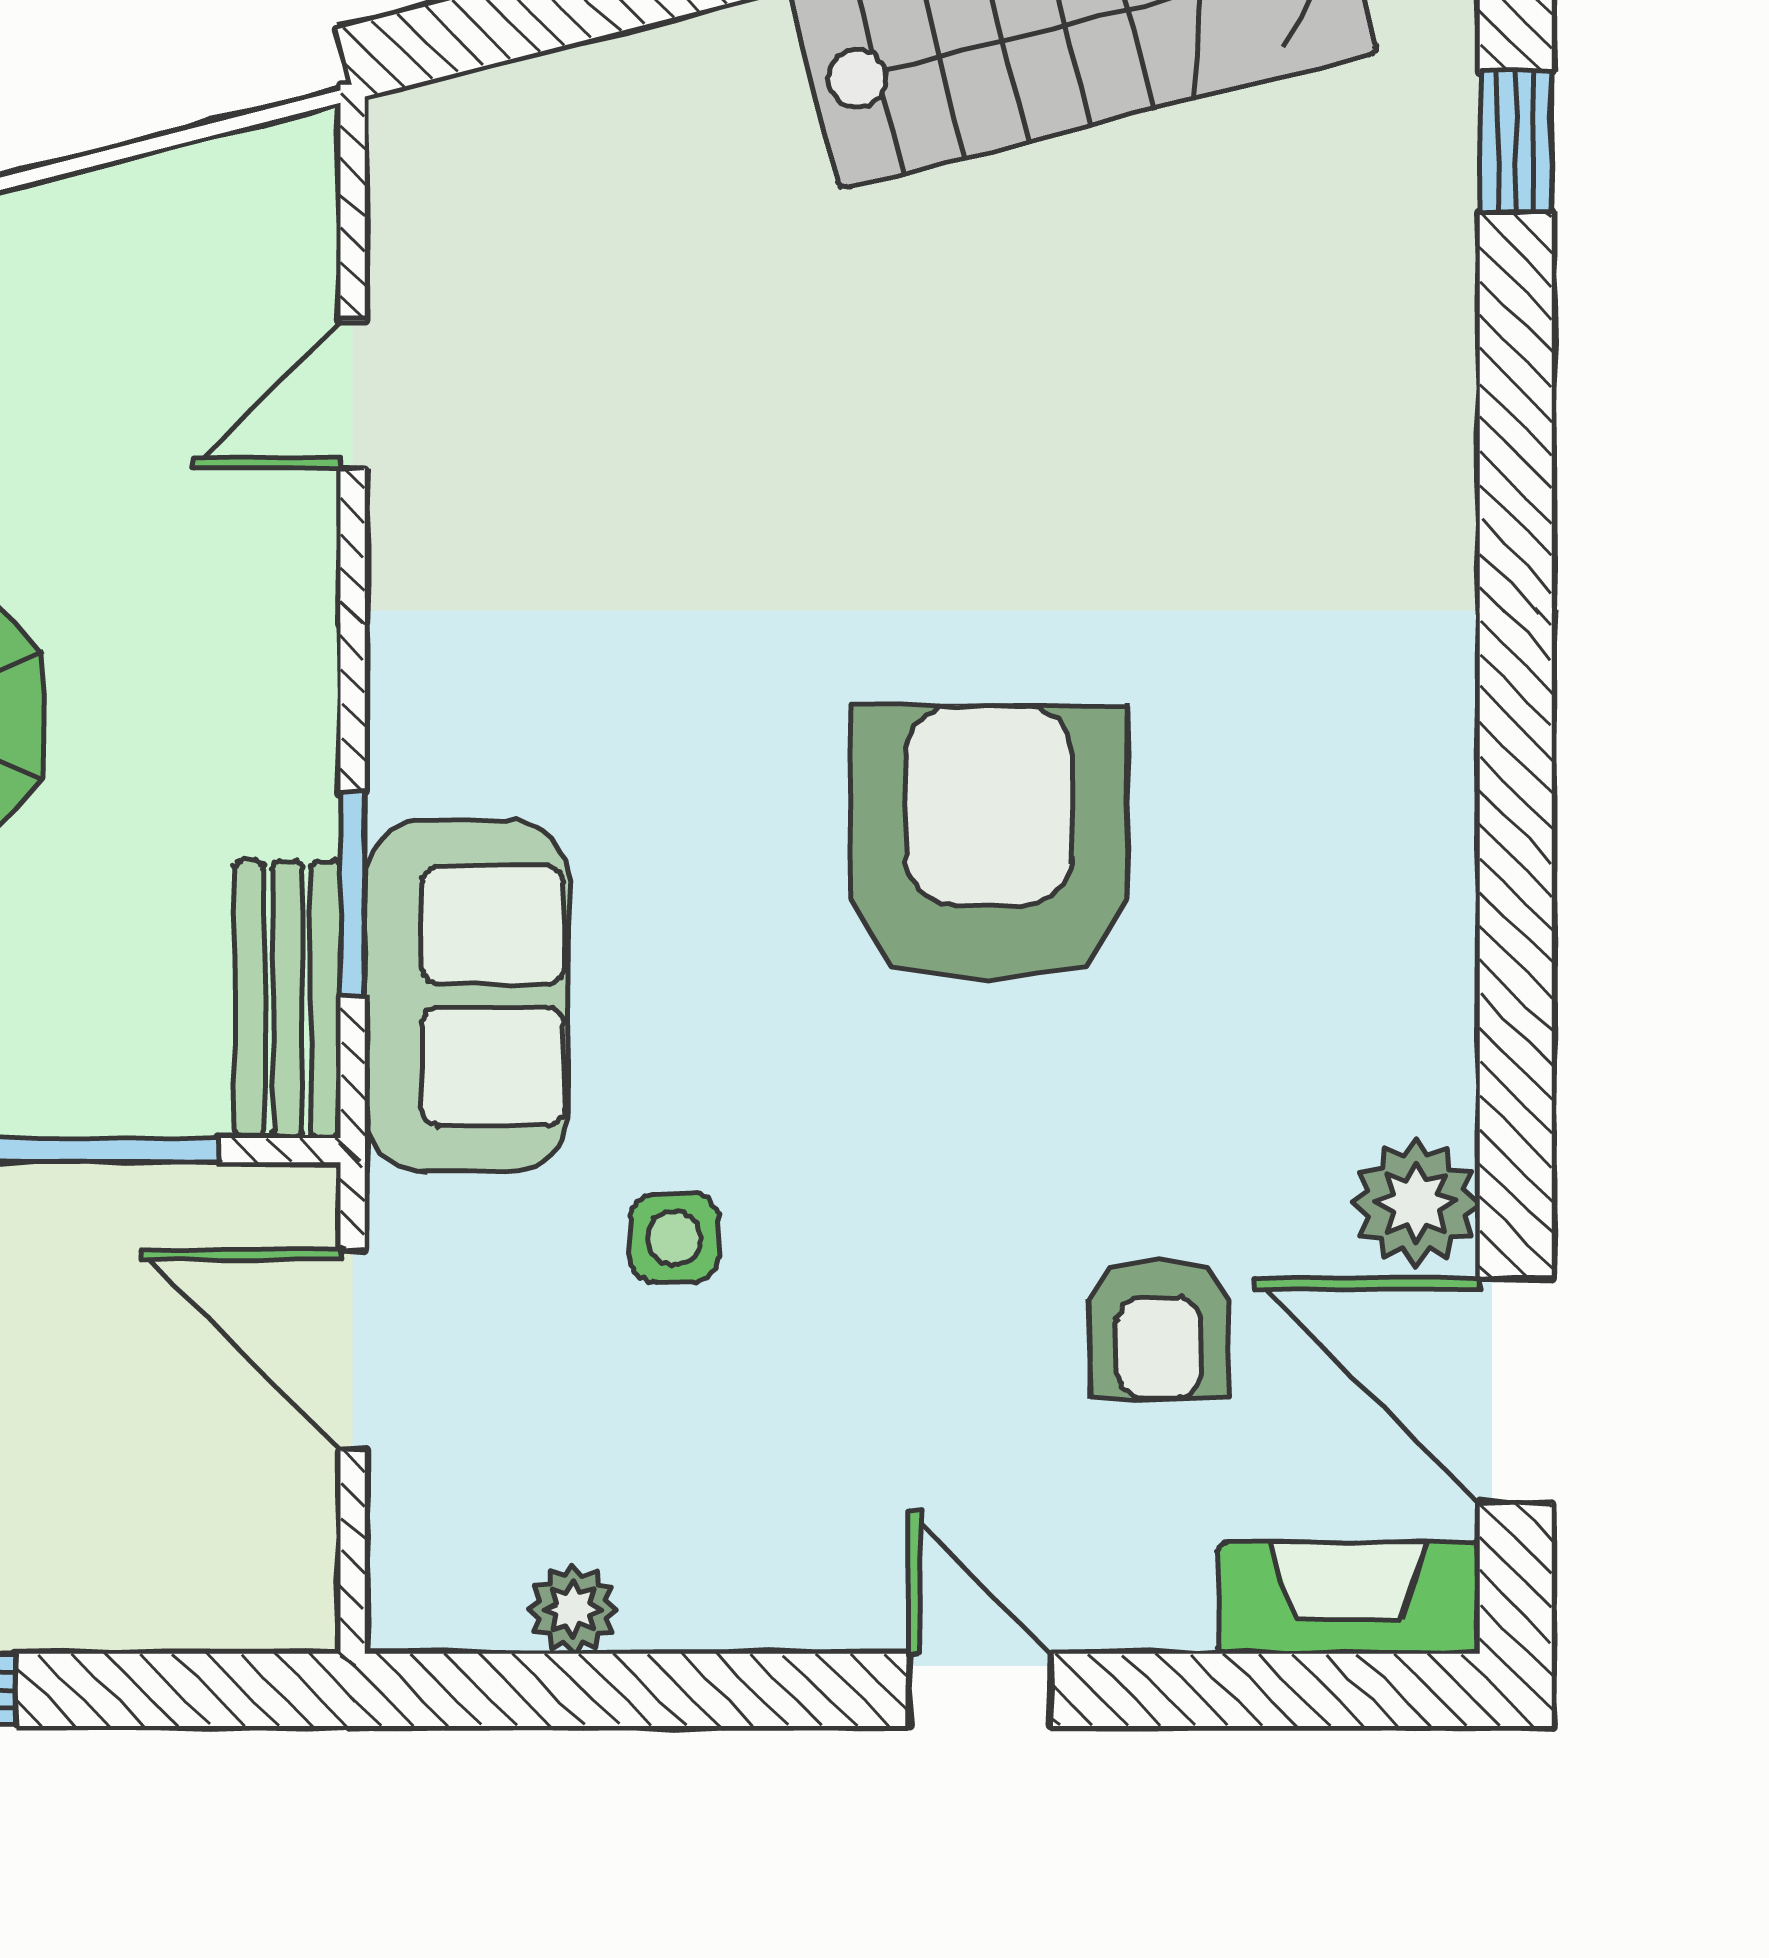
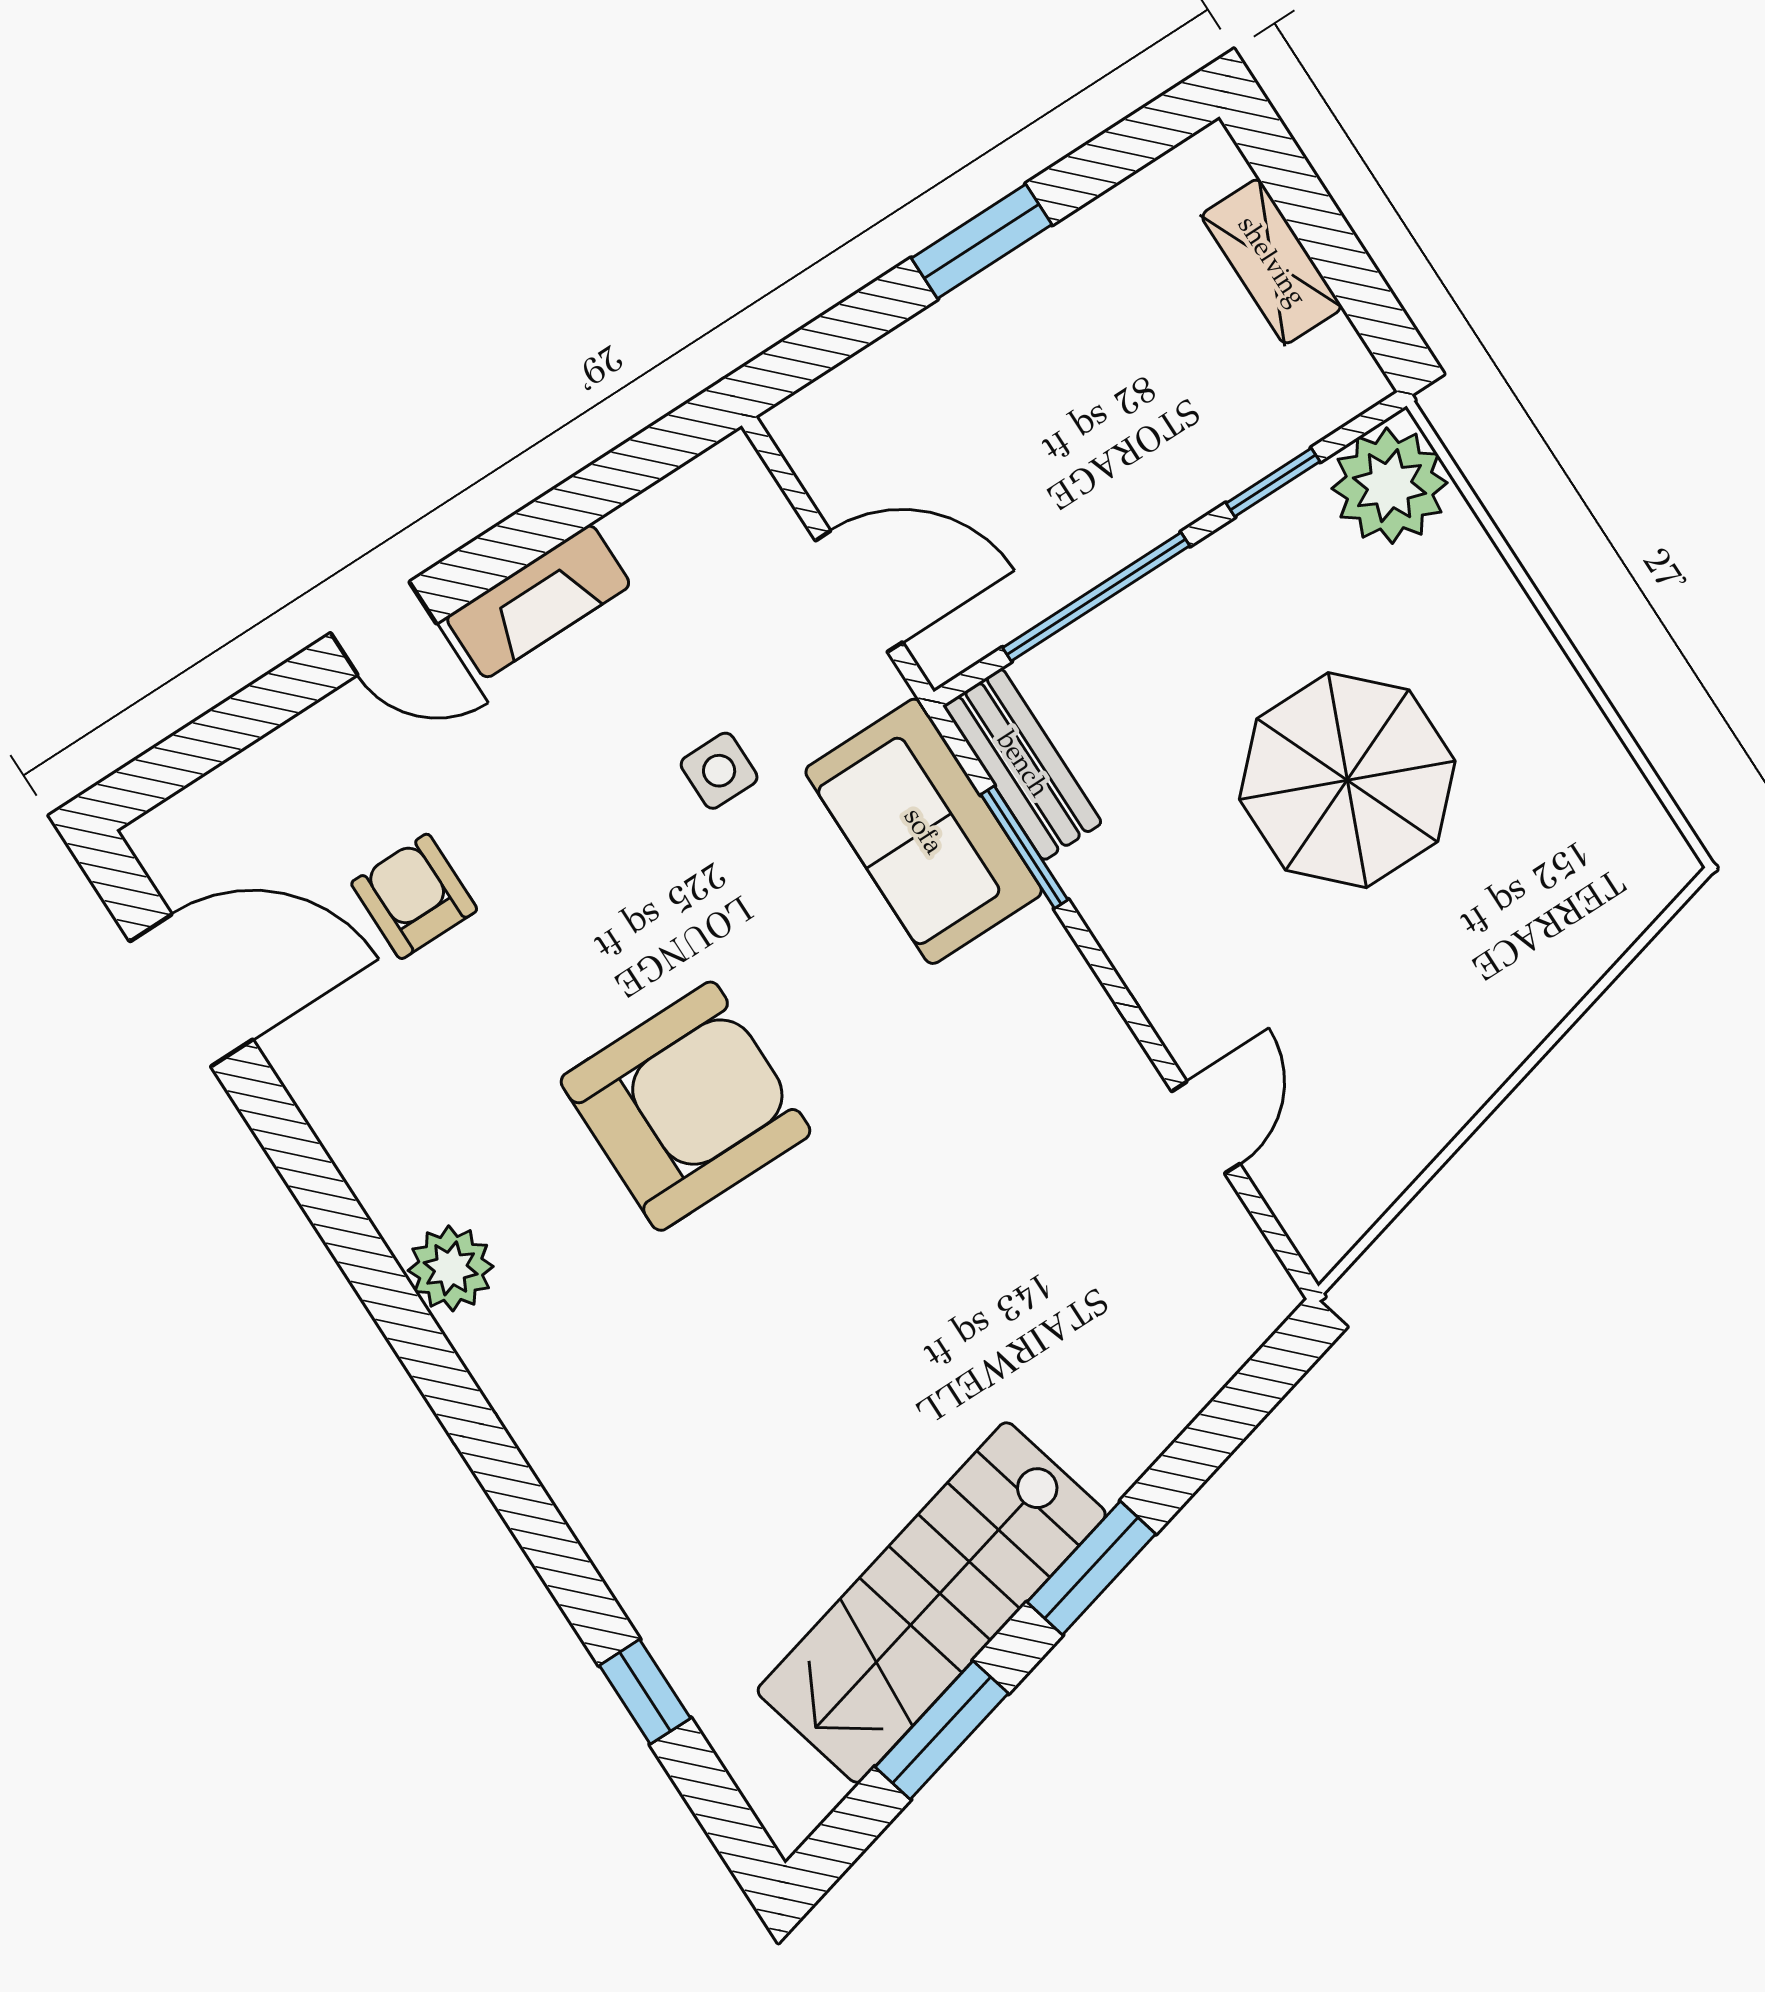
armchair: (989, 844) -> (686, 1106), turned -90
plant: (1416, 1203) -> (451, 1268), moved
fireplace: (1349, 1598) -> (538, 601), moved
plant: (573, 1609) -> (641, 526), removed

